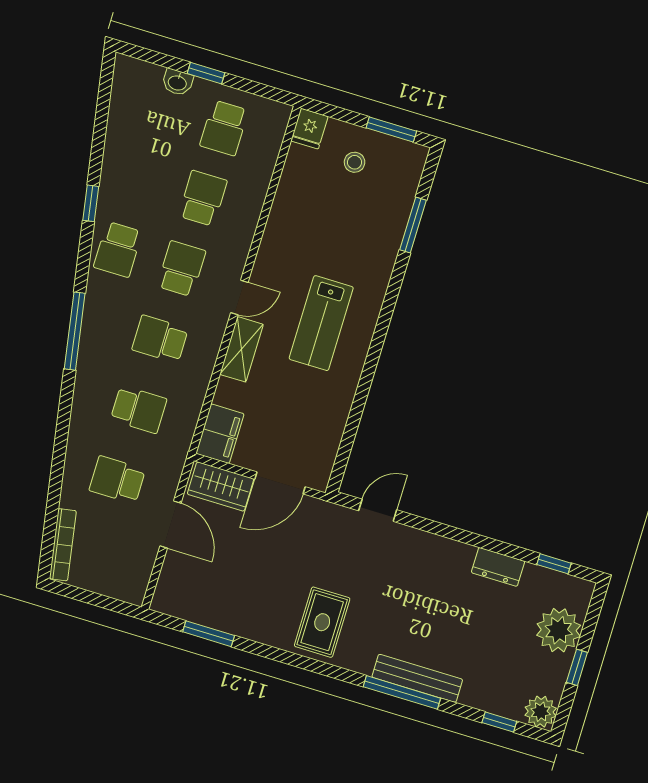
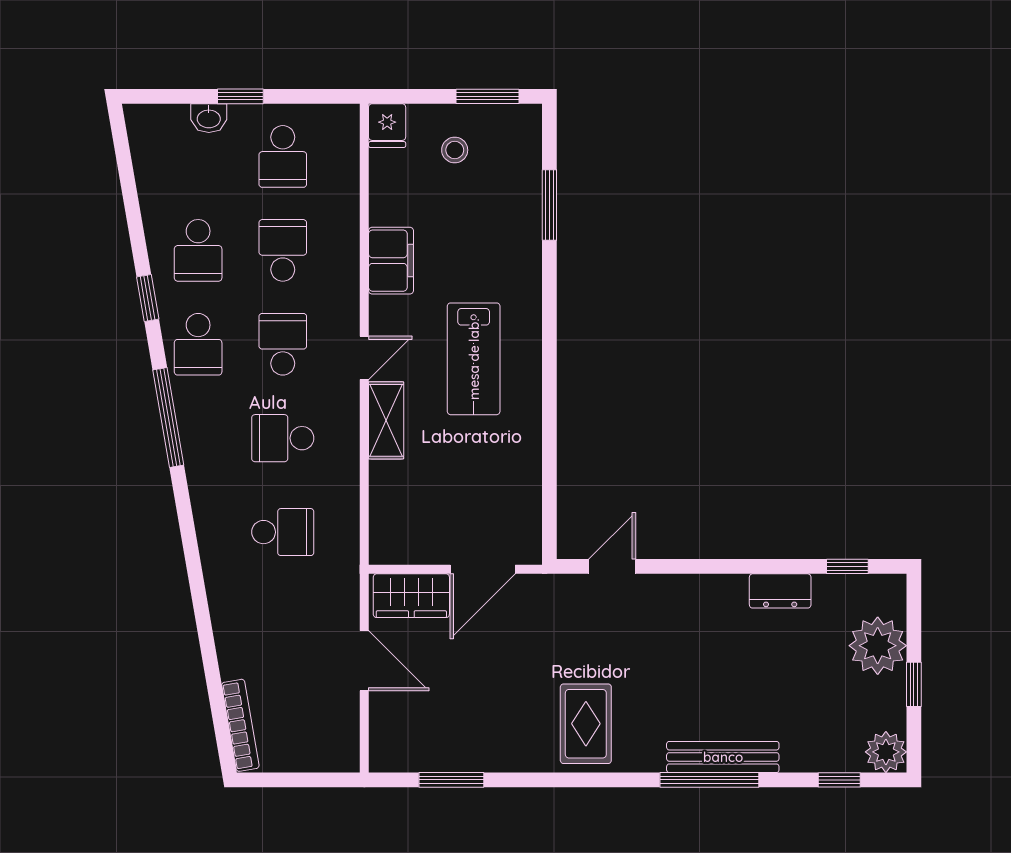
window: (75, 331) -> (168, 418), moved
filing cabinet: (220, 434) -> (391, 261), moved
school desk: (117, 480) -> (198, 250), moved, turned -90

